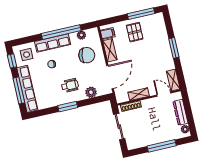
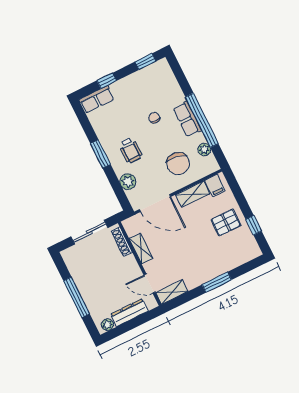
window: (141, 14) -> (254, 225), width x0.46
row of seats: (53, 43) -> (187, 119), width x0.68
side table: (27, 55) -> (159, 80), removed
row of seats: (27, 89) -> (97, 99), width x0.50
window: (19, 90) -> (107, 81), width x0.46
door: (164, 94) -> (149, 283), swing flipped

